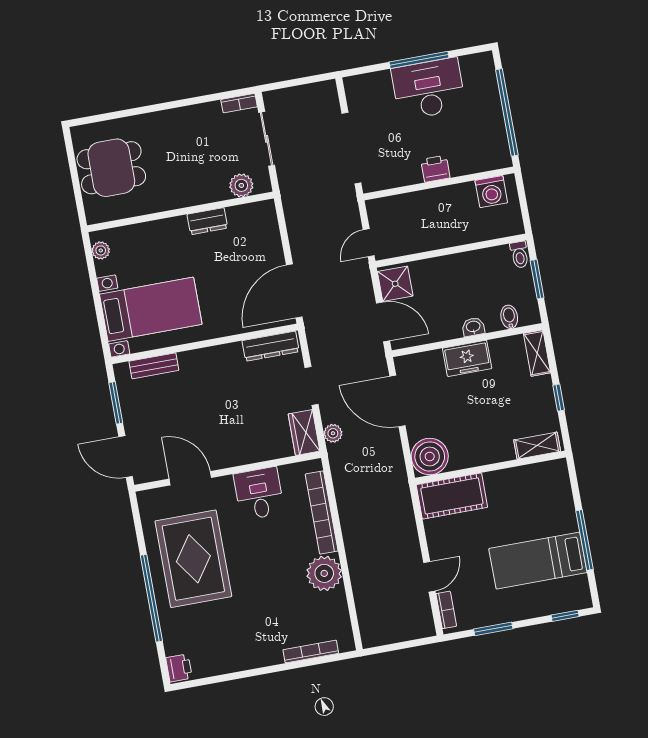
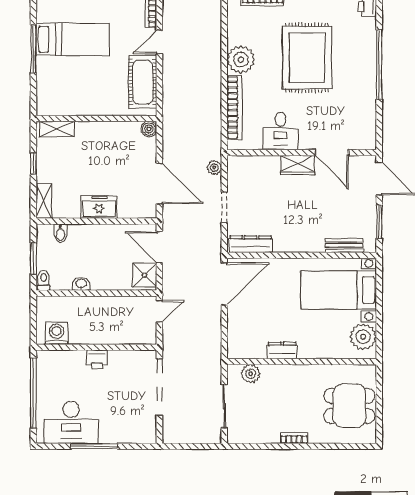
desk: (428, 89) -> (71, 422), moved
bookcase: (239, 103) -> (294, 438), moved
plant: (101, 250) -> (363, 337), width x1.87, depth x1.87
washbasin: (473, 327) -> (81, 284), moved, turned 180
wardrobe: (304, 433) -> (298, 165), moved, turned 90
boiler: (430, 456) -> (149, 129), width x0.54, depth x0.54
cot: (452, 496) -> (143, 82), moved, turned 90
rug: (193, 559) -> (307, 58), moved

